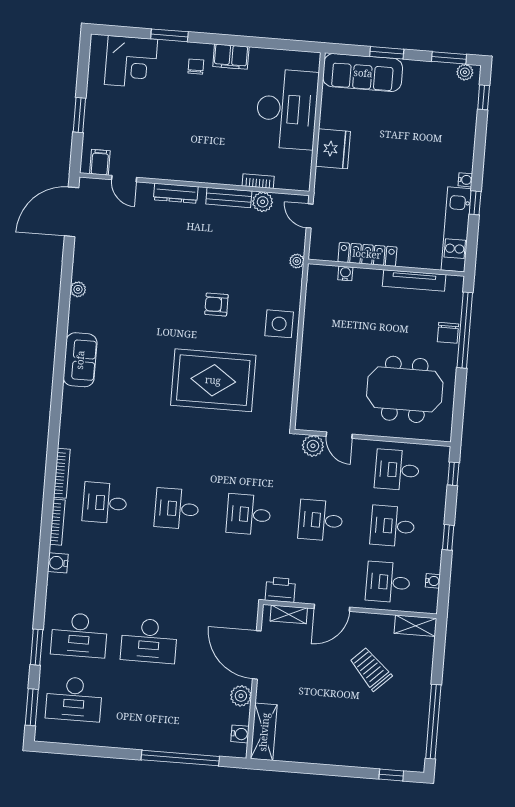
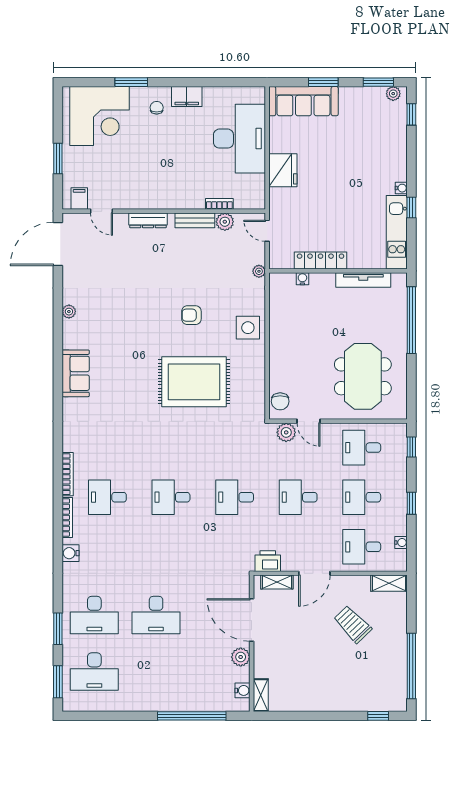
corner desk: (131, 62) -> (99, 116), width x1.36, depth x1.36
chair: (448, 333) -> (280, 401), moved
meeting table: (405, 389) -> (363, 376), turned 90
shelving: (264, 732) -> (261, 695), width x0.67, depth x0.75

